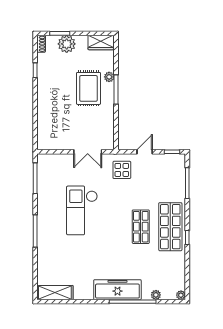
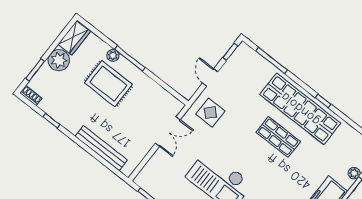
plant: (67, 44) -> (59, 60), moved
bench: (43, 117) -> (101, 148), added
shop shelf: (170, 227) -> (300, 109), width x1.40

